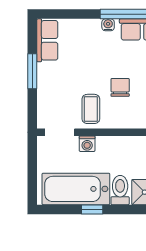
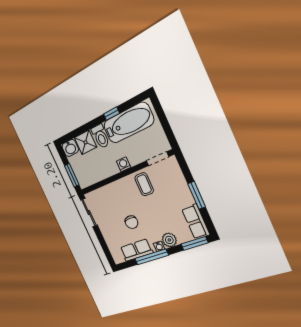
window: (60, 14) -> (195, 243), added
plant: (91, 29) -> (169, 240), added
chair: (120, 87) -> (131, 222), moved
washing machine: (87, 144) -> (124, 164), moved

